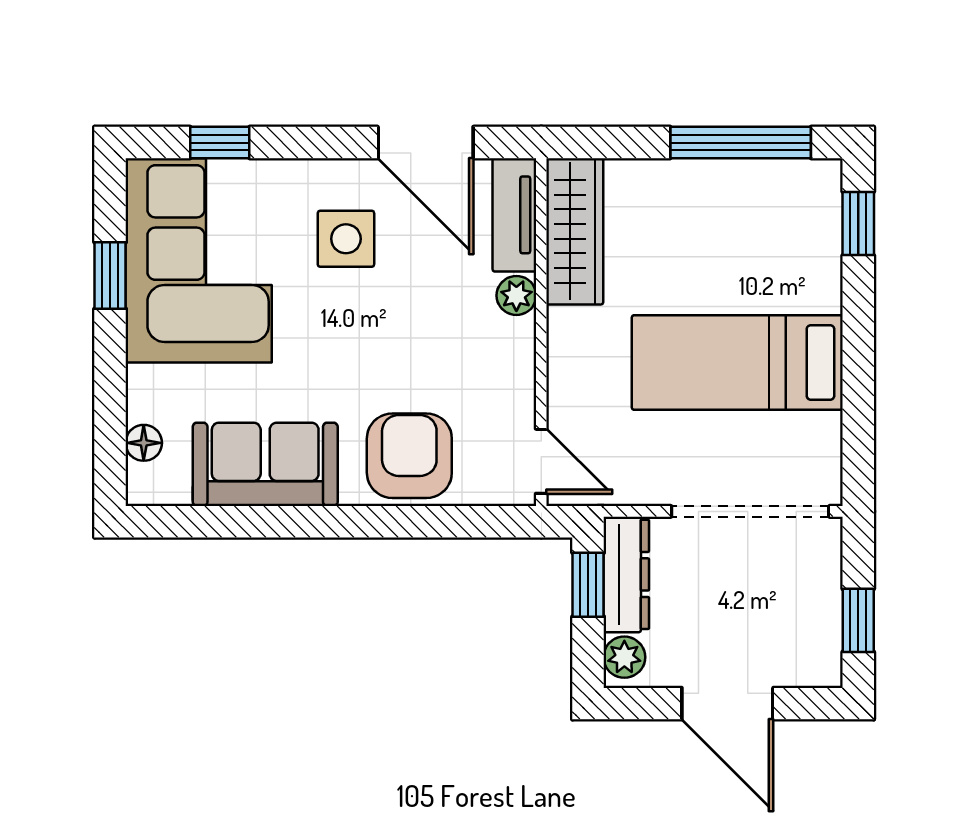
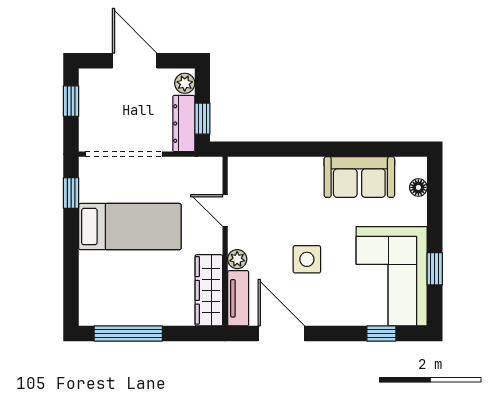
window: (858, 224) -> (71, 193), moved
side table: (346, 239) -> (307, 259), moved
armchair: (409, 456) -> (289, 181), removed
door: (541, 461) -> (225, 211), moved

